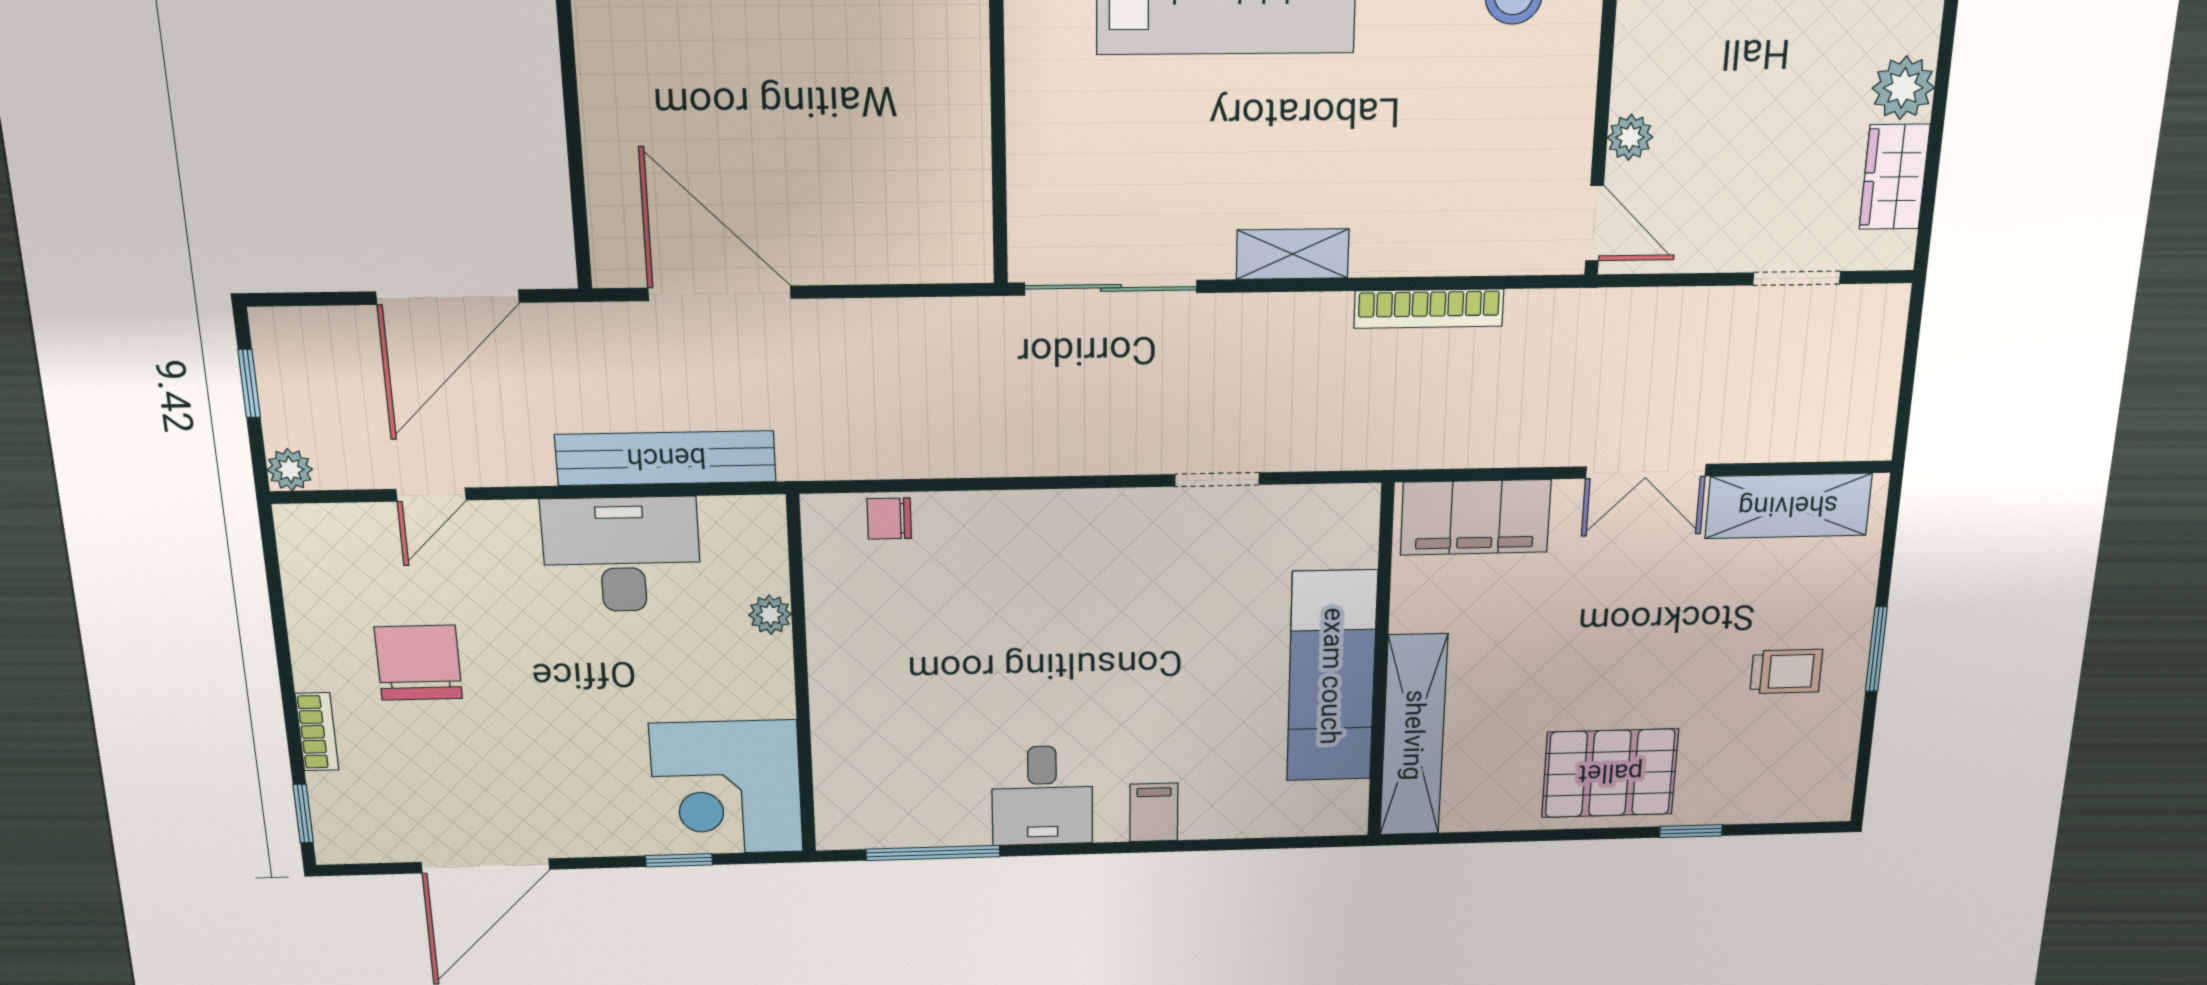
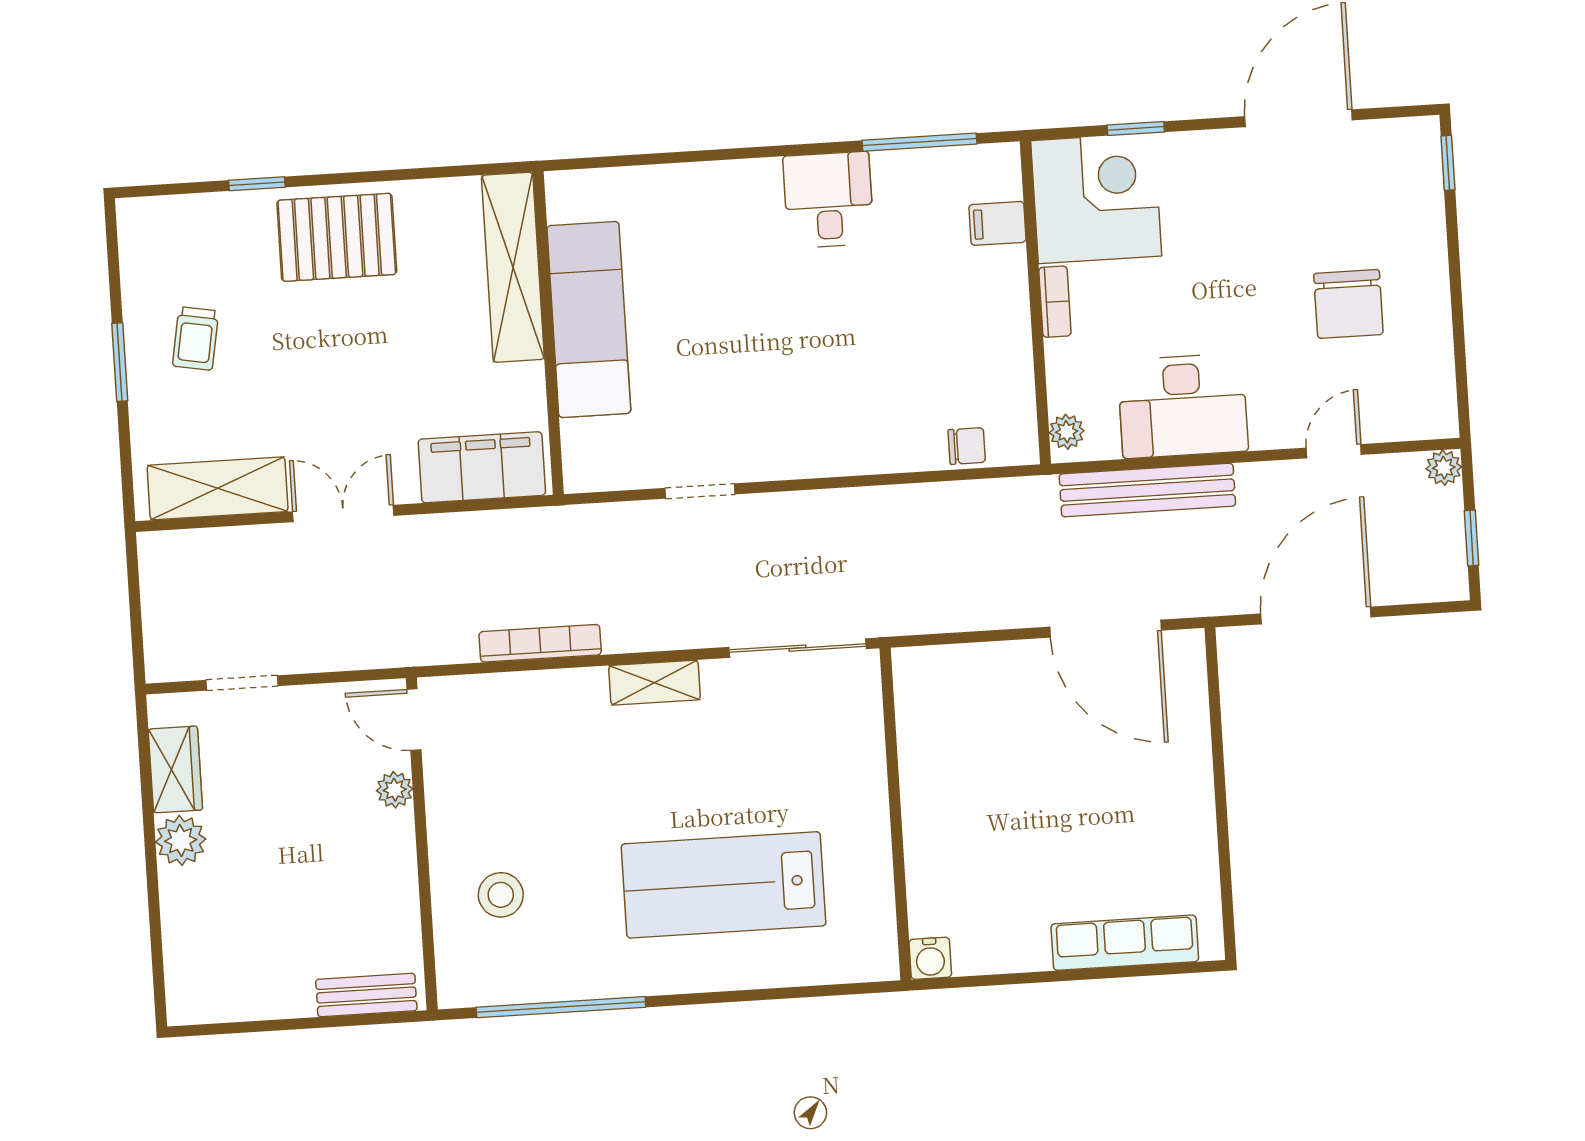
plant: (770, 615) -> (1067, 432), moved
trolley: (1786, 671) -> (196, 339), turned -80
bookcase: (317, 732) -> (1055, 302), moved, turned 180
filing cabinet: (1154, 812) -> (997, 223), moved, turned 90

